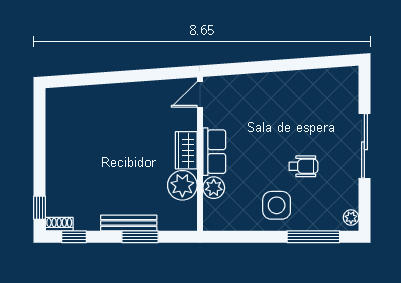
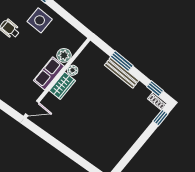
plant: (182, 185) -> (73, 70), width x0.53, depth x0.53

